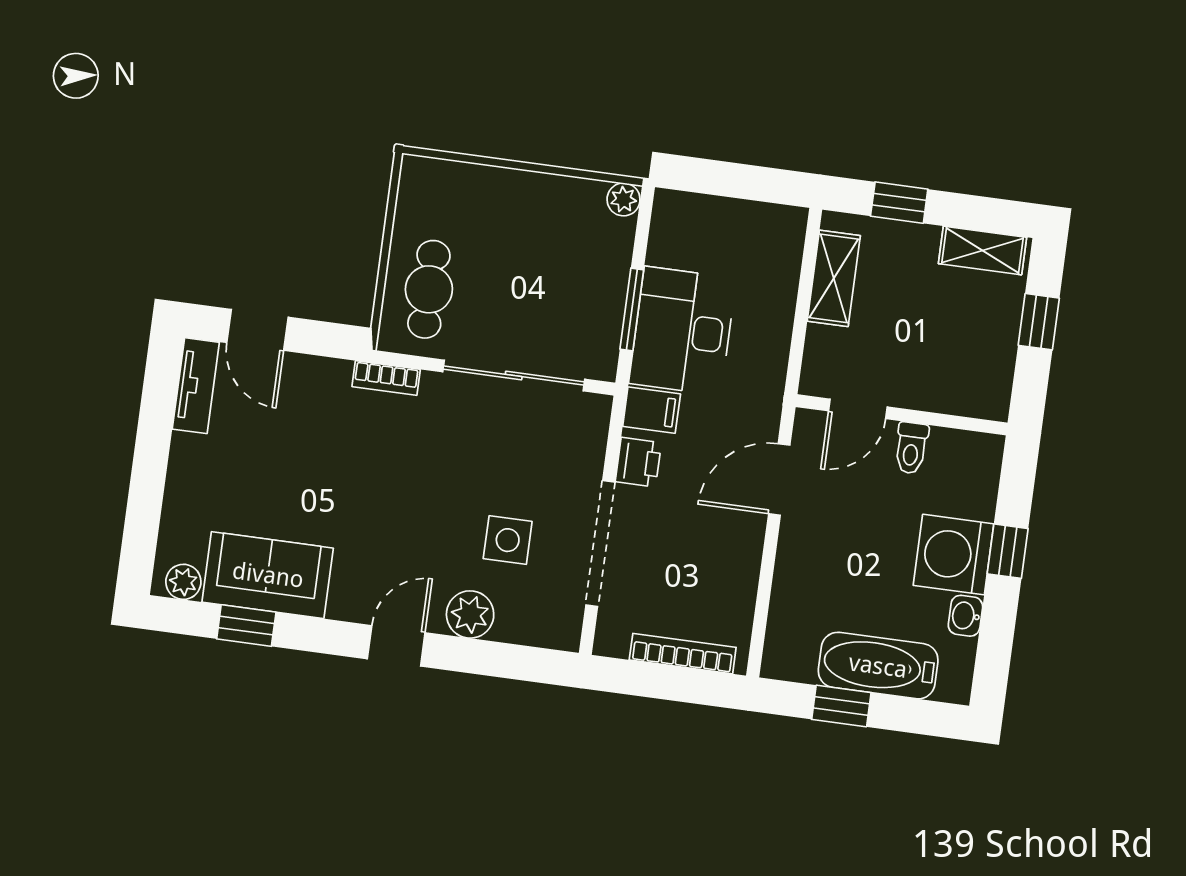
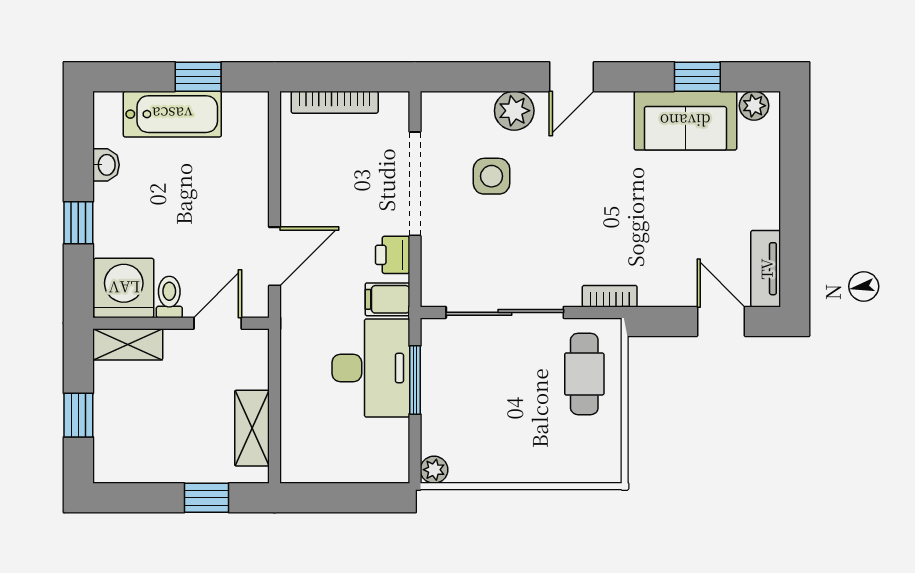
shelving: (982, 250) -> (128, 344), moved
washing machine: (953, 555) -> (124, 288), moved, turned -90

